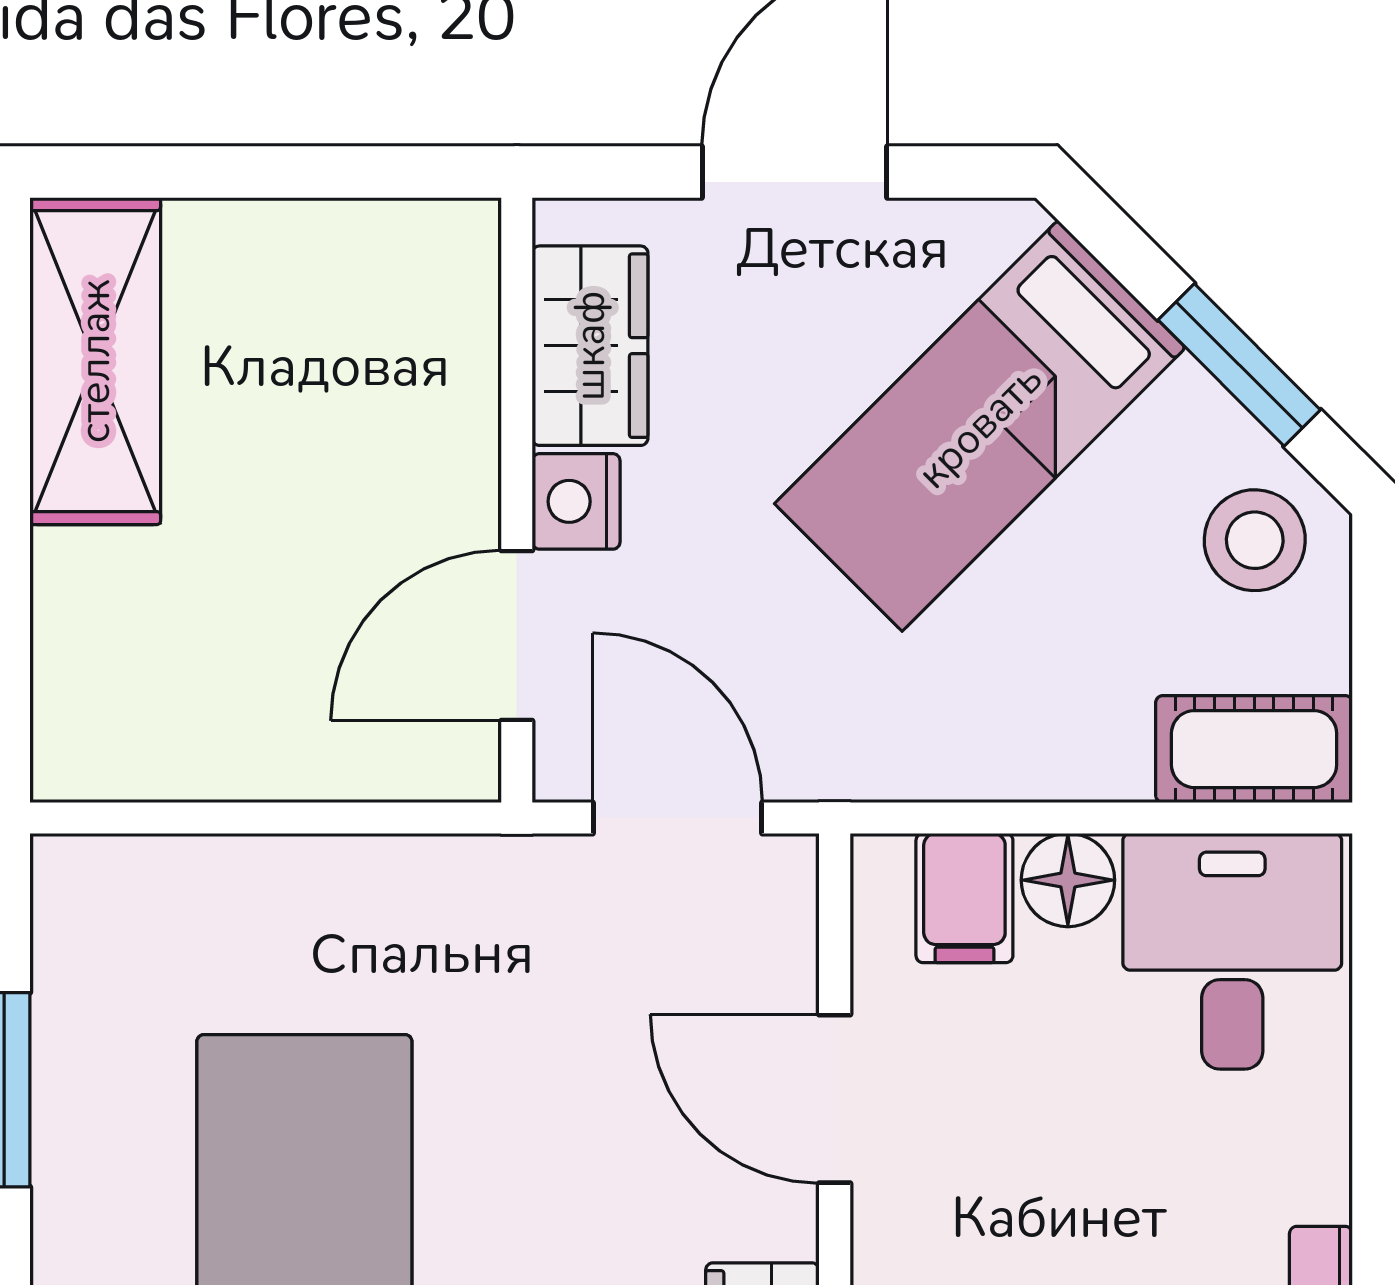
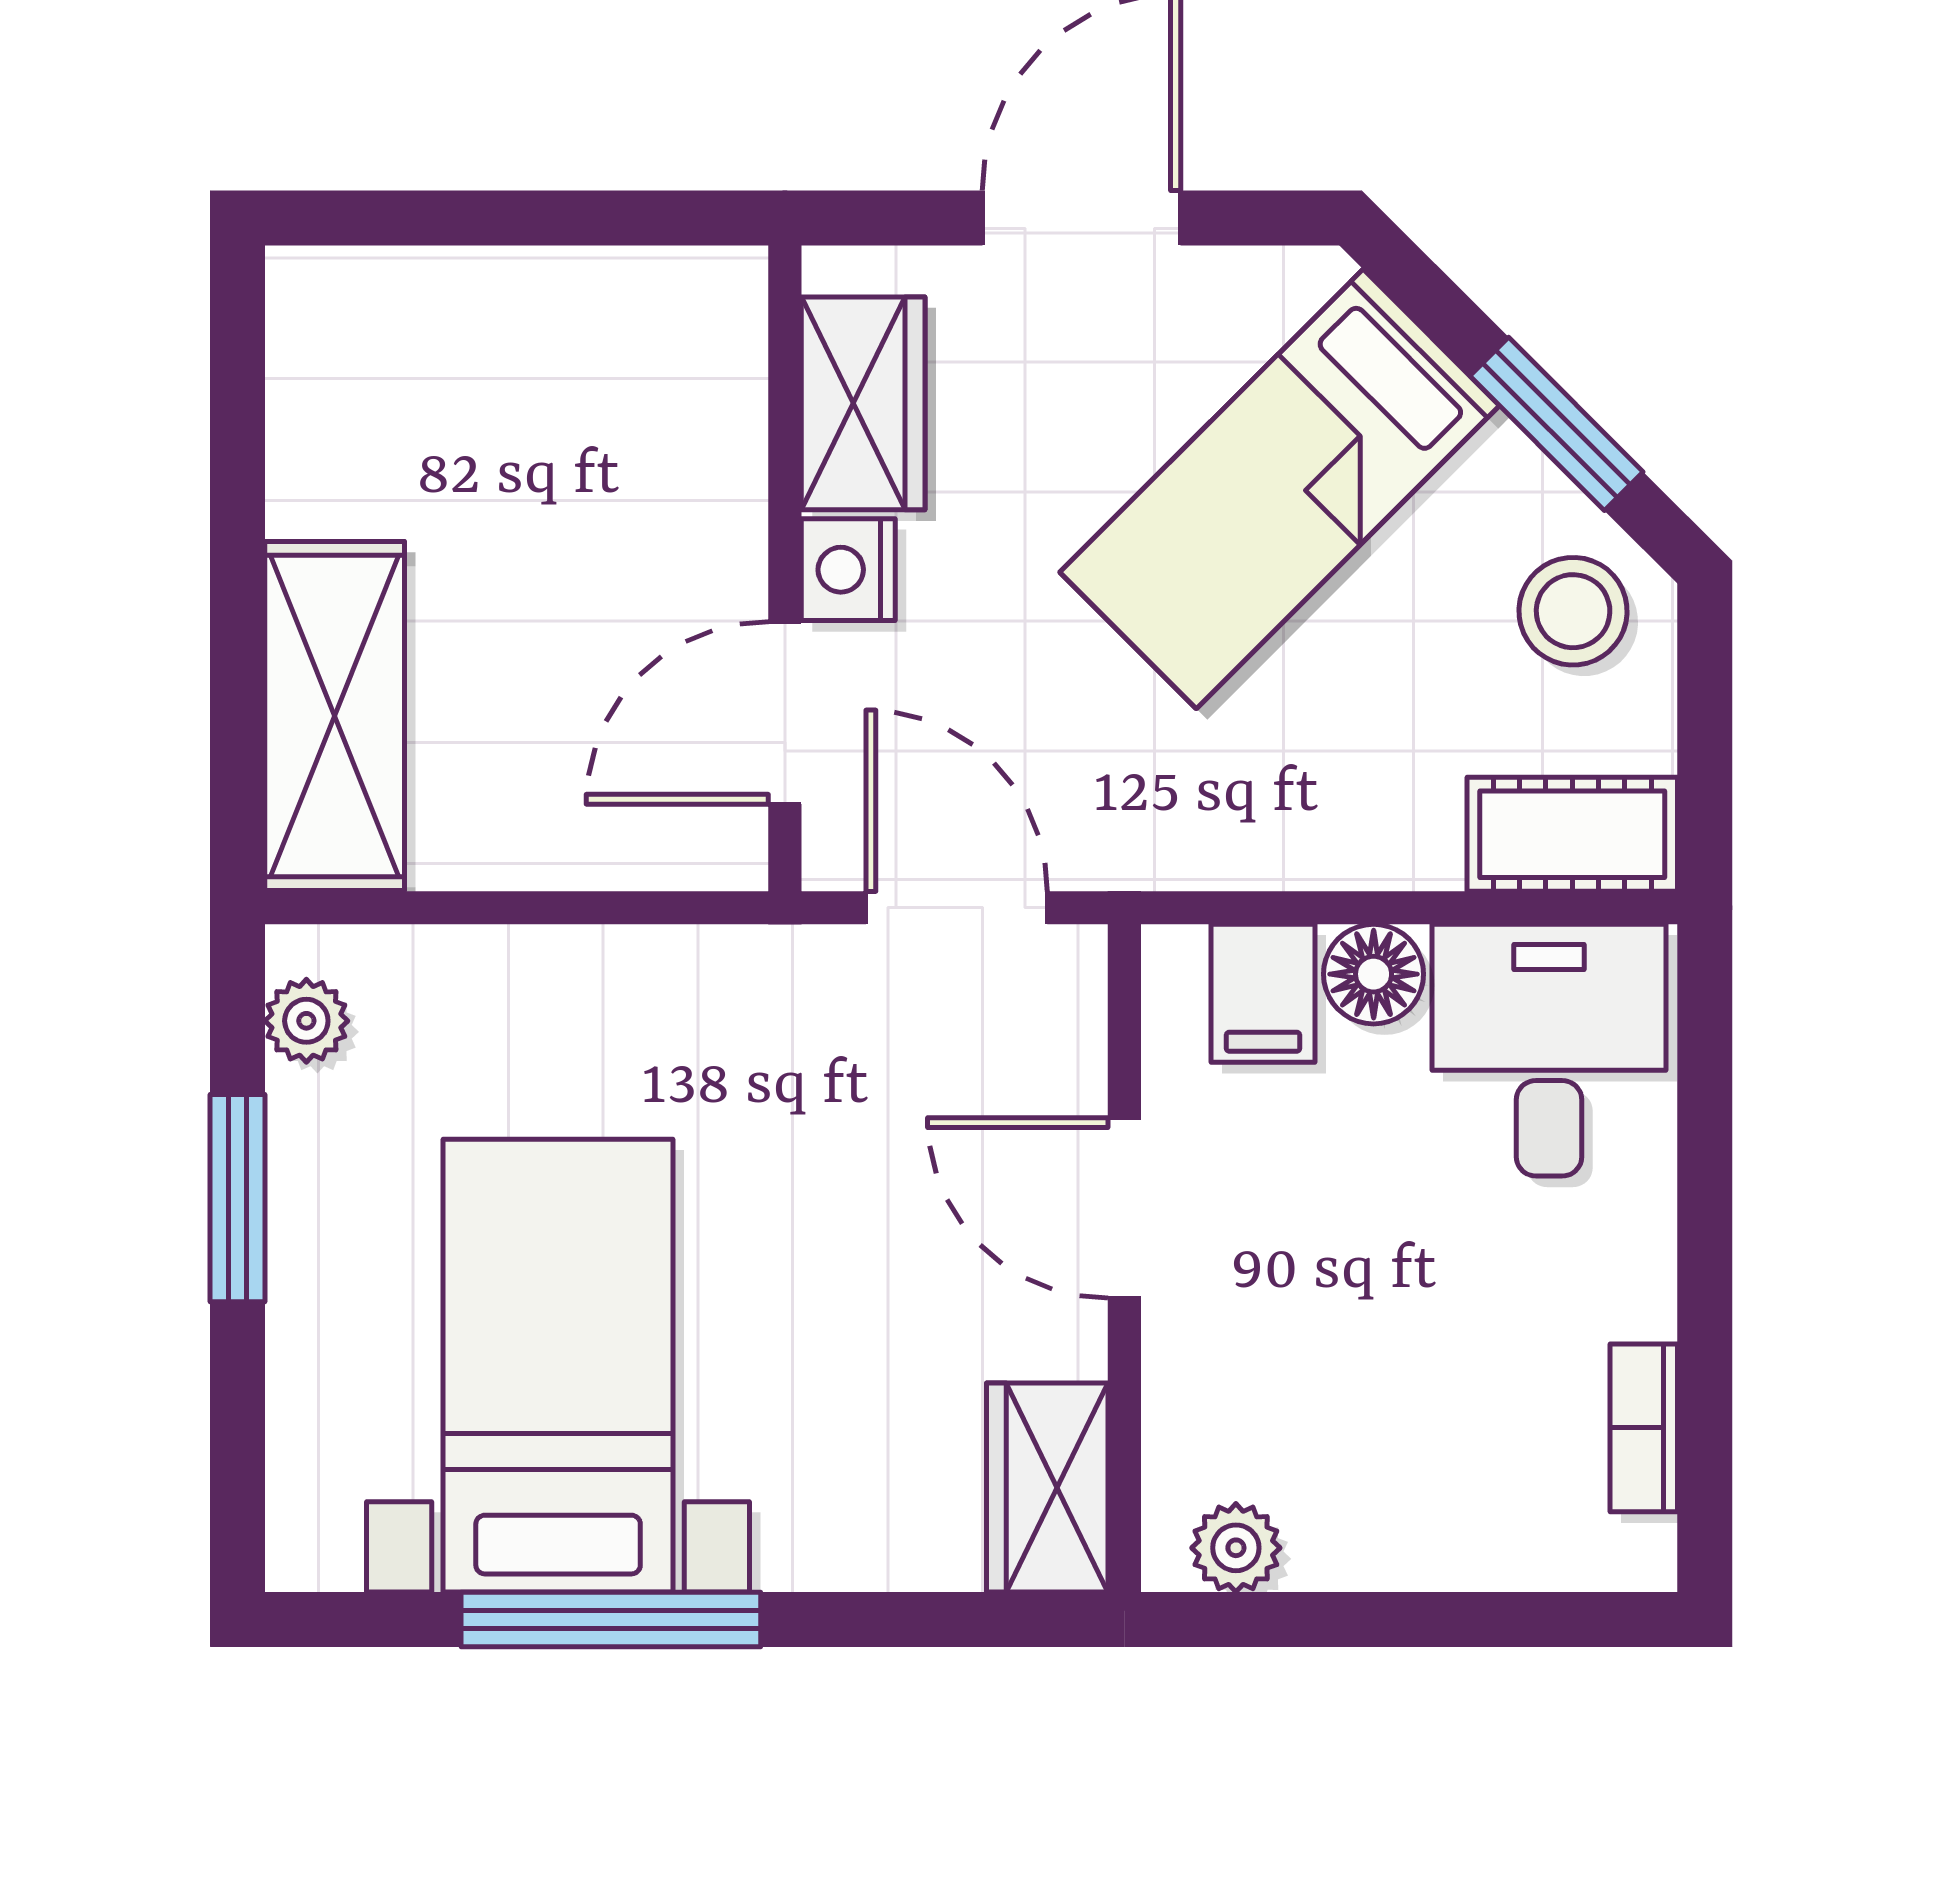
shelving: (95, 361) -> (335, 716), moved
plant: (69, 924) -> (306, 1021), added

